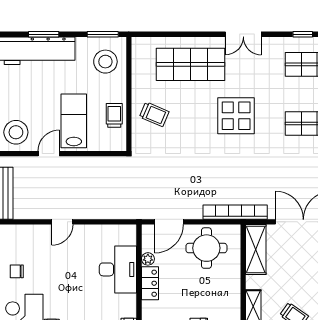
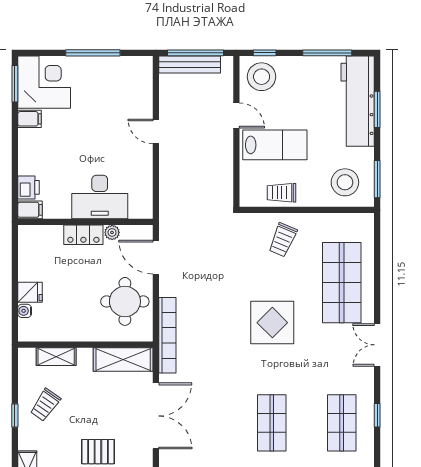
trolley: (114, 115) -> (281, 193), turned 180
display table: (236, 116) -> (272, 323), moved
chair: (17, 271) -> (97, 78), removed

